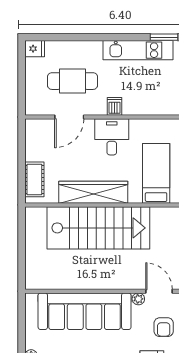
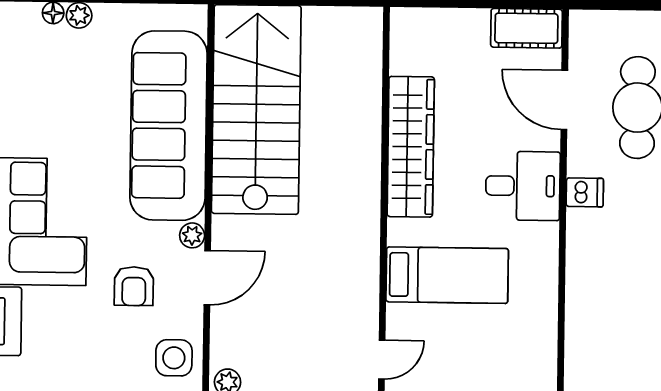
cot: (34, 179) -> (526, 28), moved
stairs: (98, 228) -> (256, 110), moved, turned 180
armchair: (164, 327) -> (134, 286), turned -90

